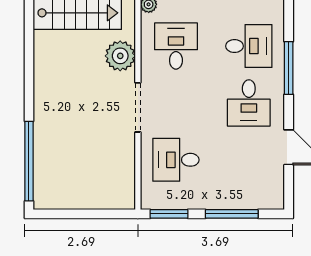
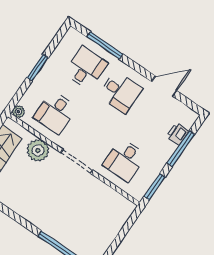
desk: (176, 46) -> (55, 112), turned -90
window: (289, 68) -> (105, 45), moved
printer: (246, 199) -> (178, 134), added

